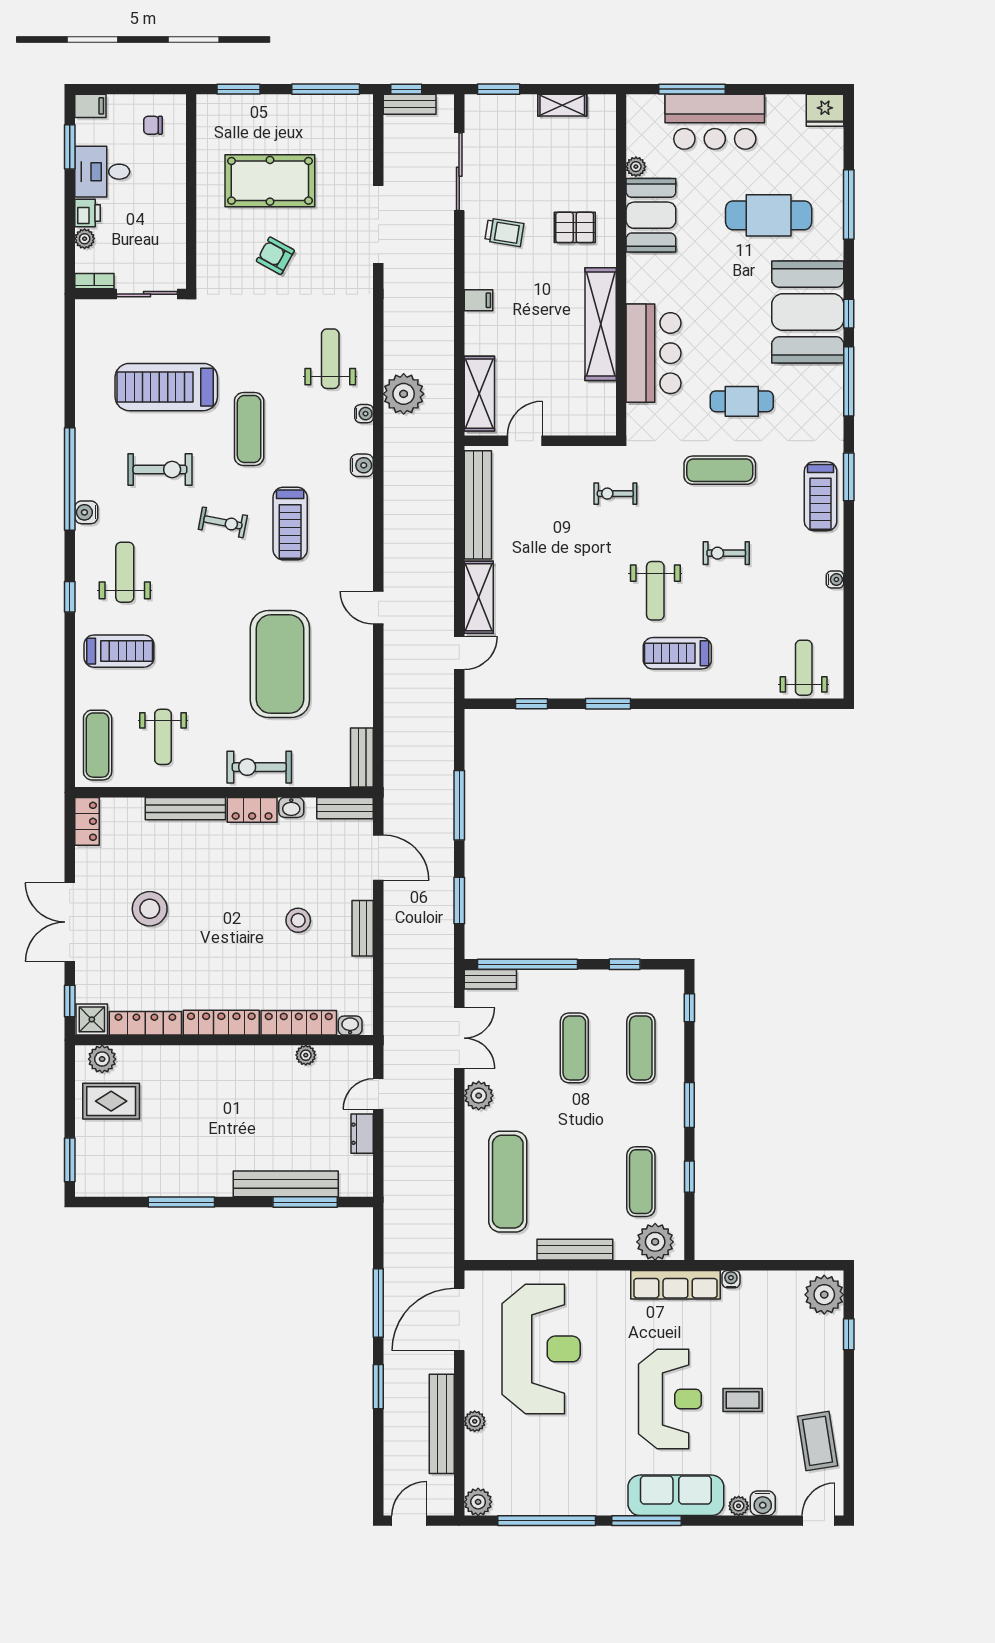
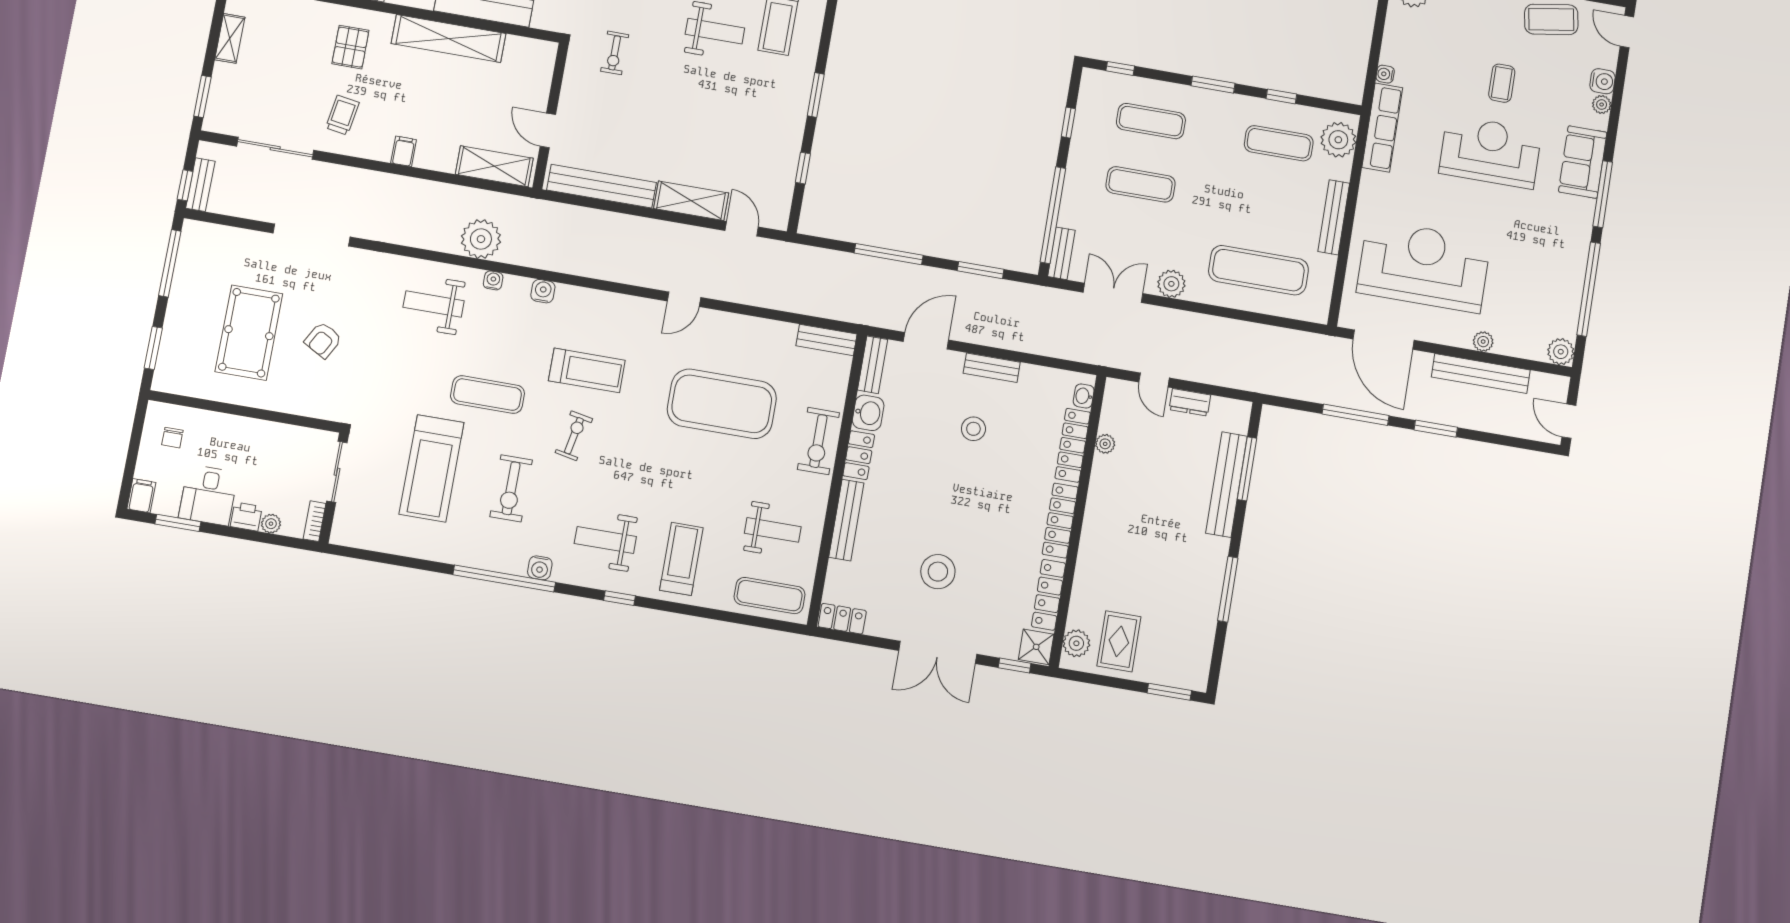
exercise bike: (160, 469) -> (511, 488), turned 180
washbasin: (291, 807) -> (868, 413), width x1.38, depth x1.45
sofa: (676, 1495) -> (1583, 162), width x0.73

